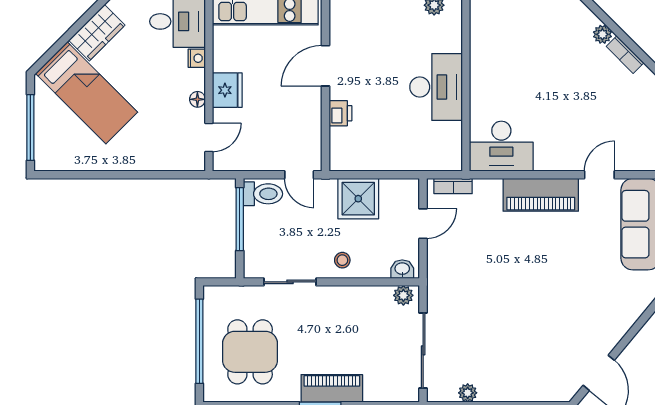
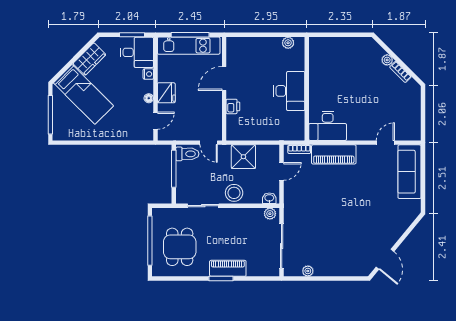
piano: (541, 195) -> (334, 154), moved
stool: (342, 260) -> (234, 193), width x1.89, depth x1.89

